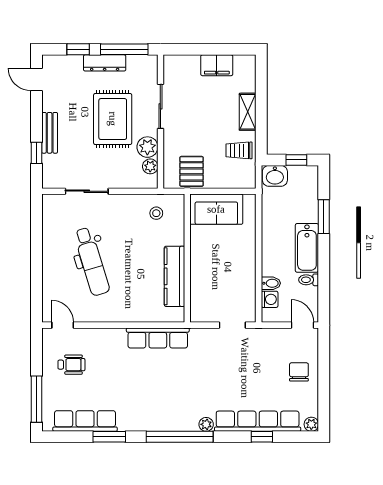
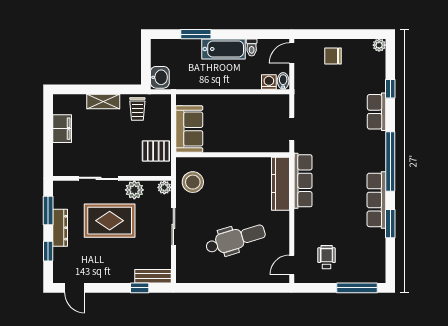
window: (124, 49) -> (48, 210), width x0.69
door: (36, 79) -> (75, 288), hinge flipped
bench: (50, 133) -> (153, 276), moved
window: (296, 160) -> (146, 58), removed
plant: (150, 166) -> (164, 187), moved
sliding door: (87, 191) -> (173, 226), moved
stool: (156, 213) -> (193, 182), width x1.89, depth x1.89
kitchen counter: (175, 276) -> (280, 184), moved, turned 90
bidet: (271, 283) -> (283, 81), moved
doorway: (232, 325) -> (292, 129), moved
row of seats: (85, 421) -> (376, 200), moved
row of seats: (258, 421) -> (377, 112), width x0.50
plant: (206, 424) -> (379, 138), removed

